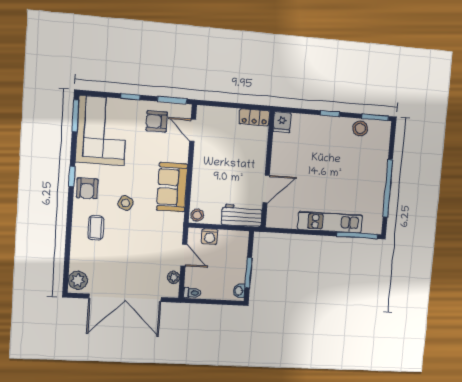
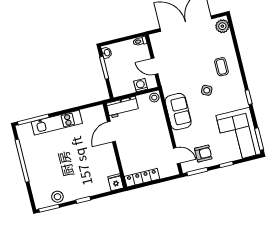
locker: (254, 117) -> (142, 178), width x1.53
armchair: (87, 188) -> (236, 92), removed
plant: (174, 277) -> (157, 48), removed

